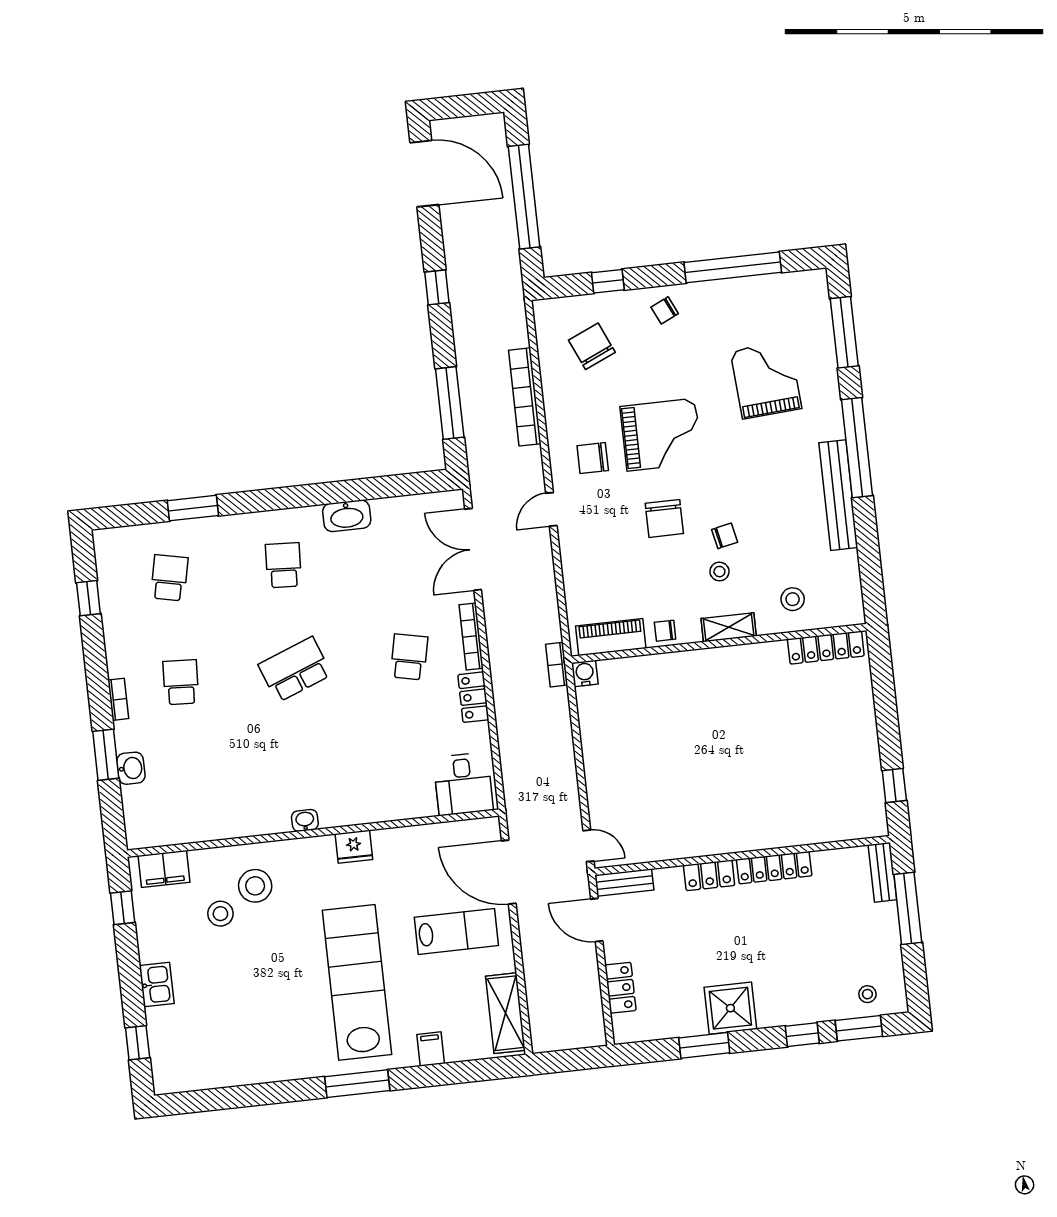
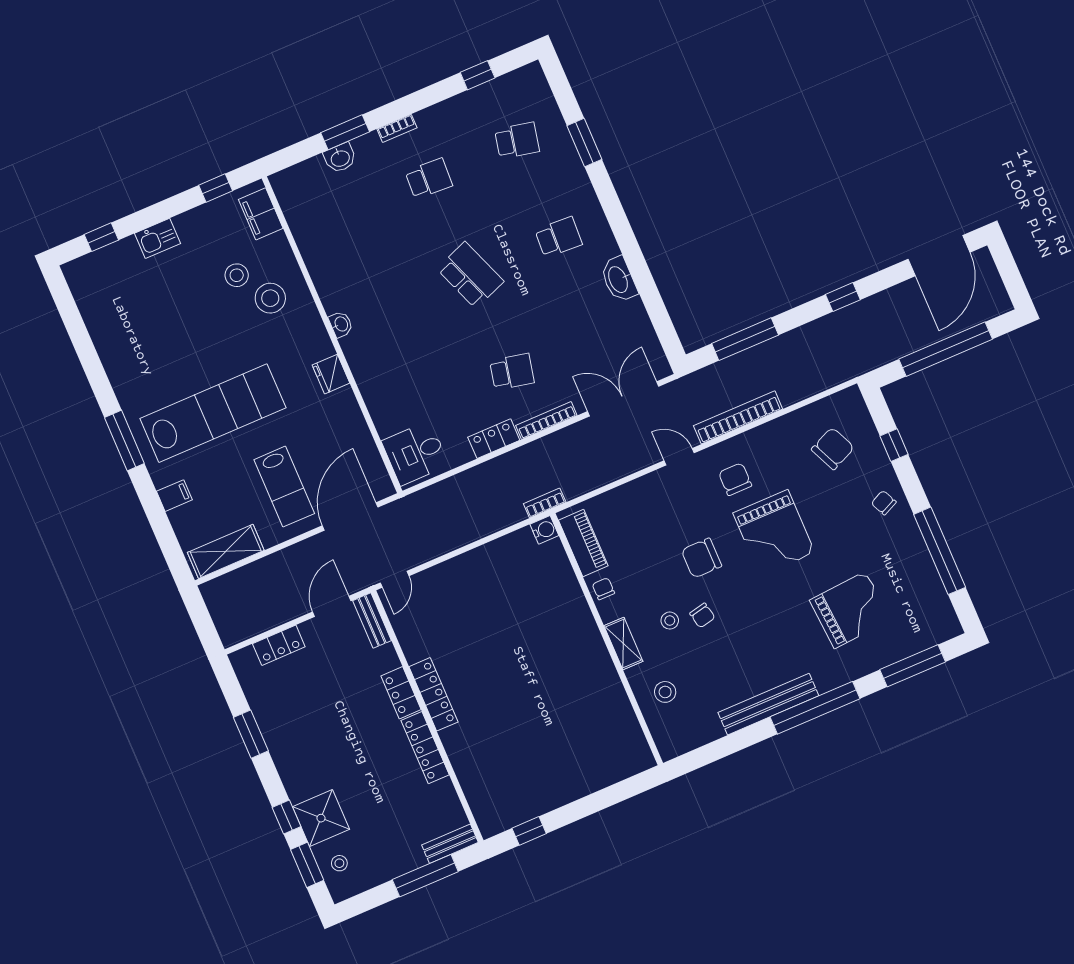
bookcase: (525, 397) -> (738, 417), moved
locker: (826, 648) -> (433, 694), moved, turned 180
shower: (730, 1008) -> (321, 818), moved

